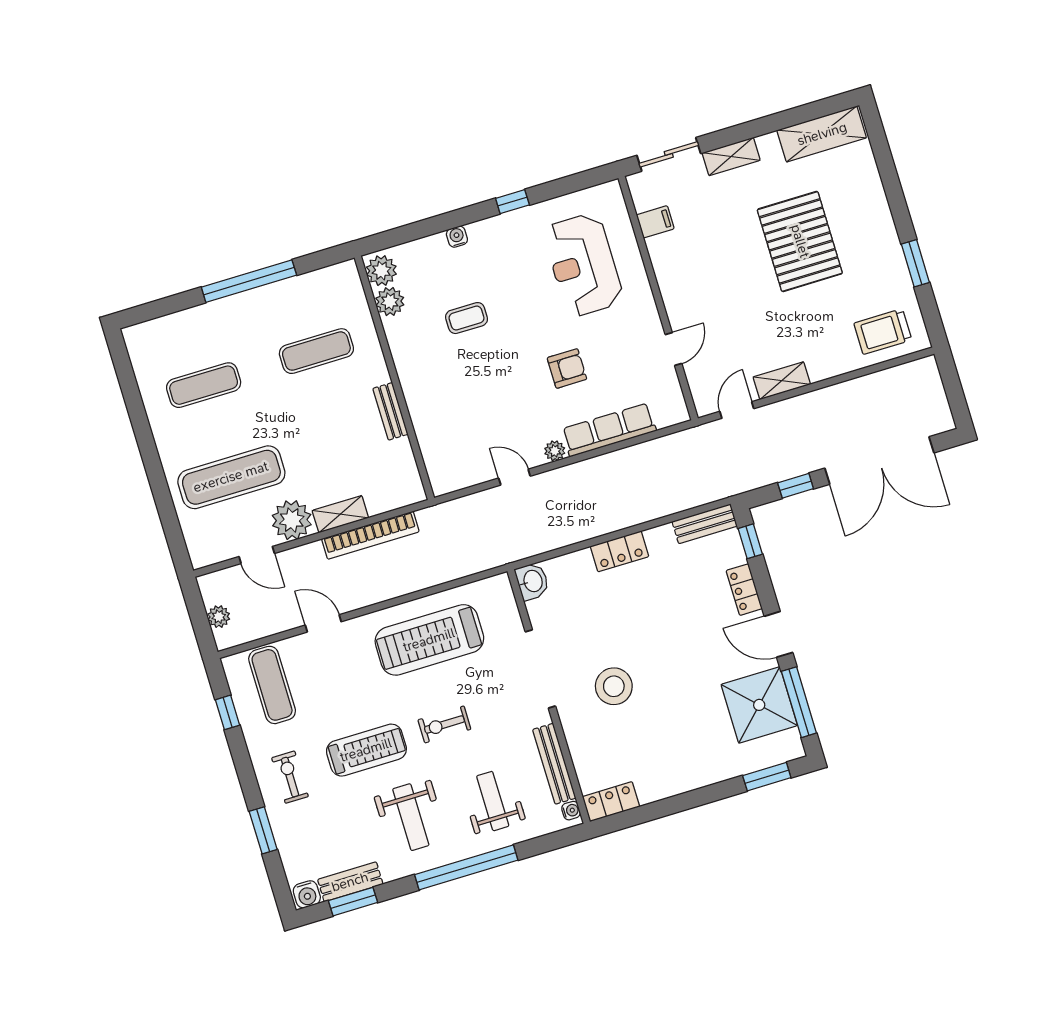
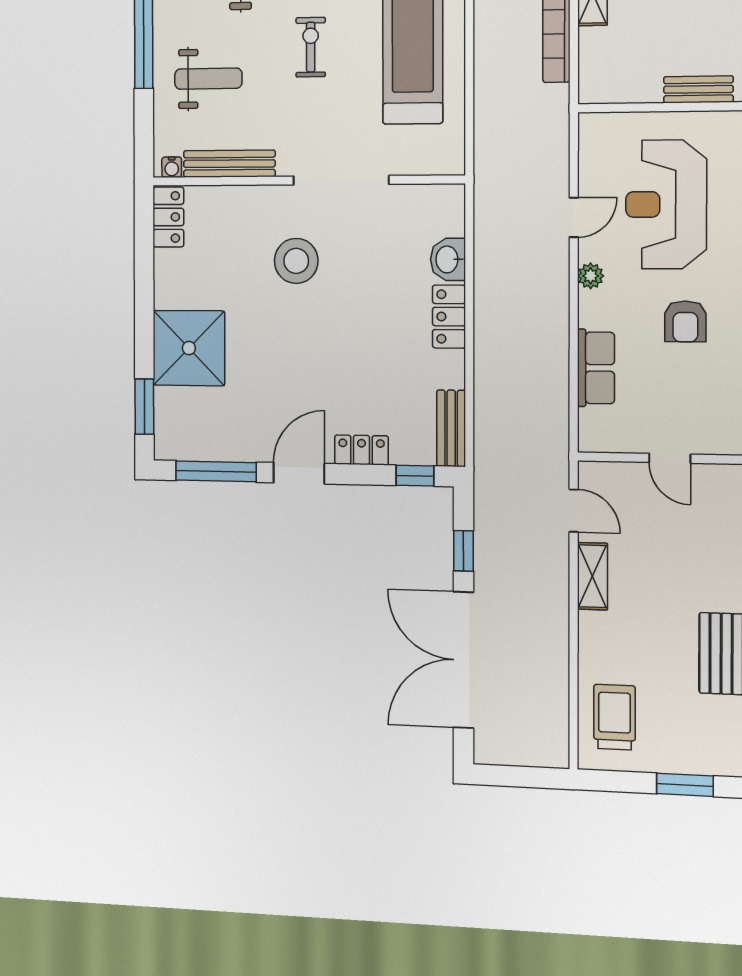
reception desk: (484, 410) -> (666, 204), added
row of seats: (609, 430) -> (596, 368), width x0.68
washbasin: (532, 581) -> (448, 259), moved, turned 90
shower: (759, 705) -> (189, 348), moved

